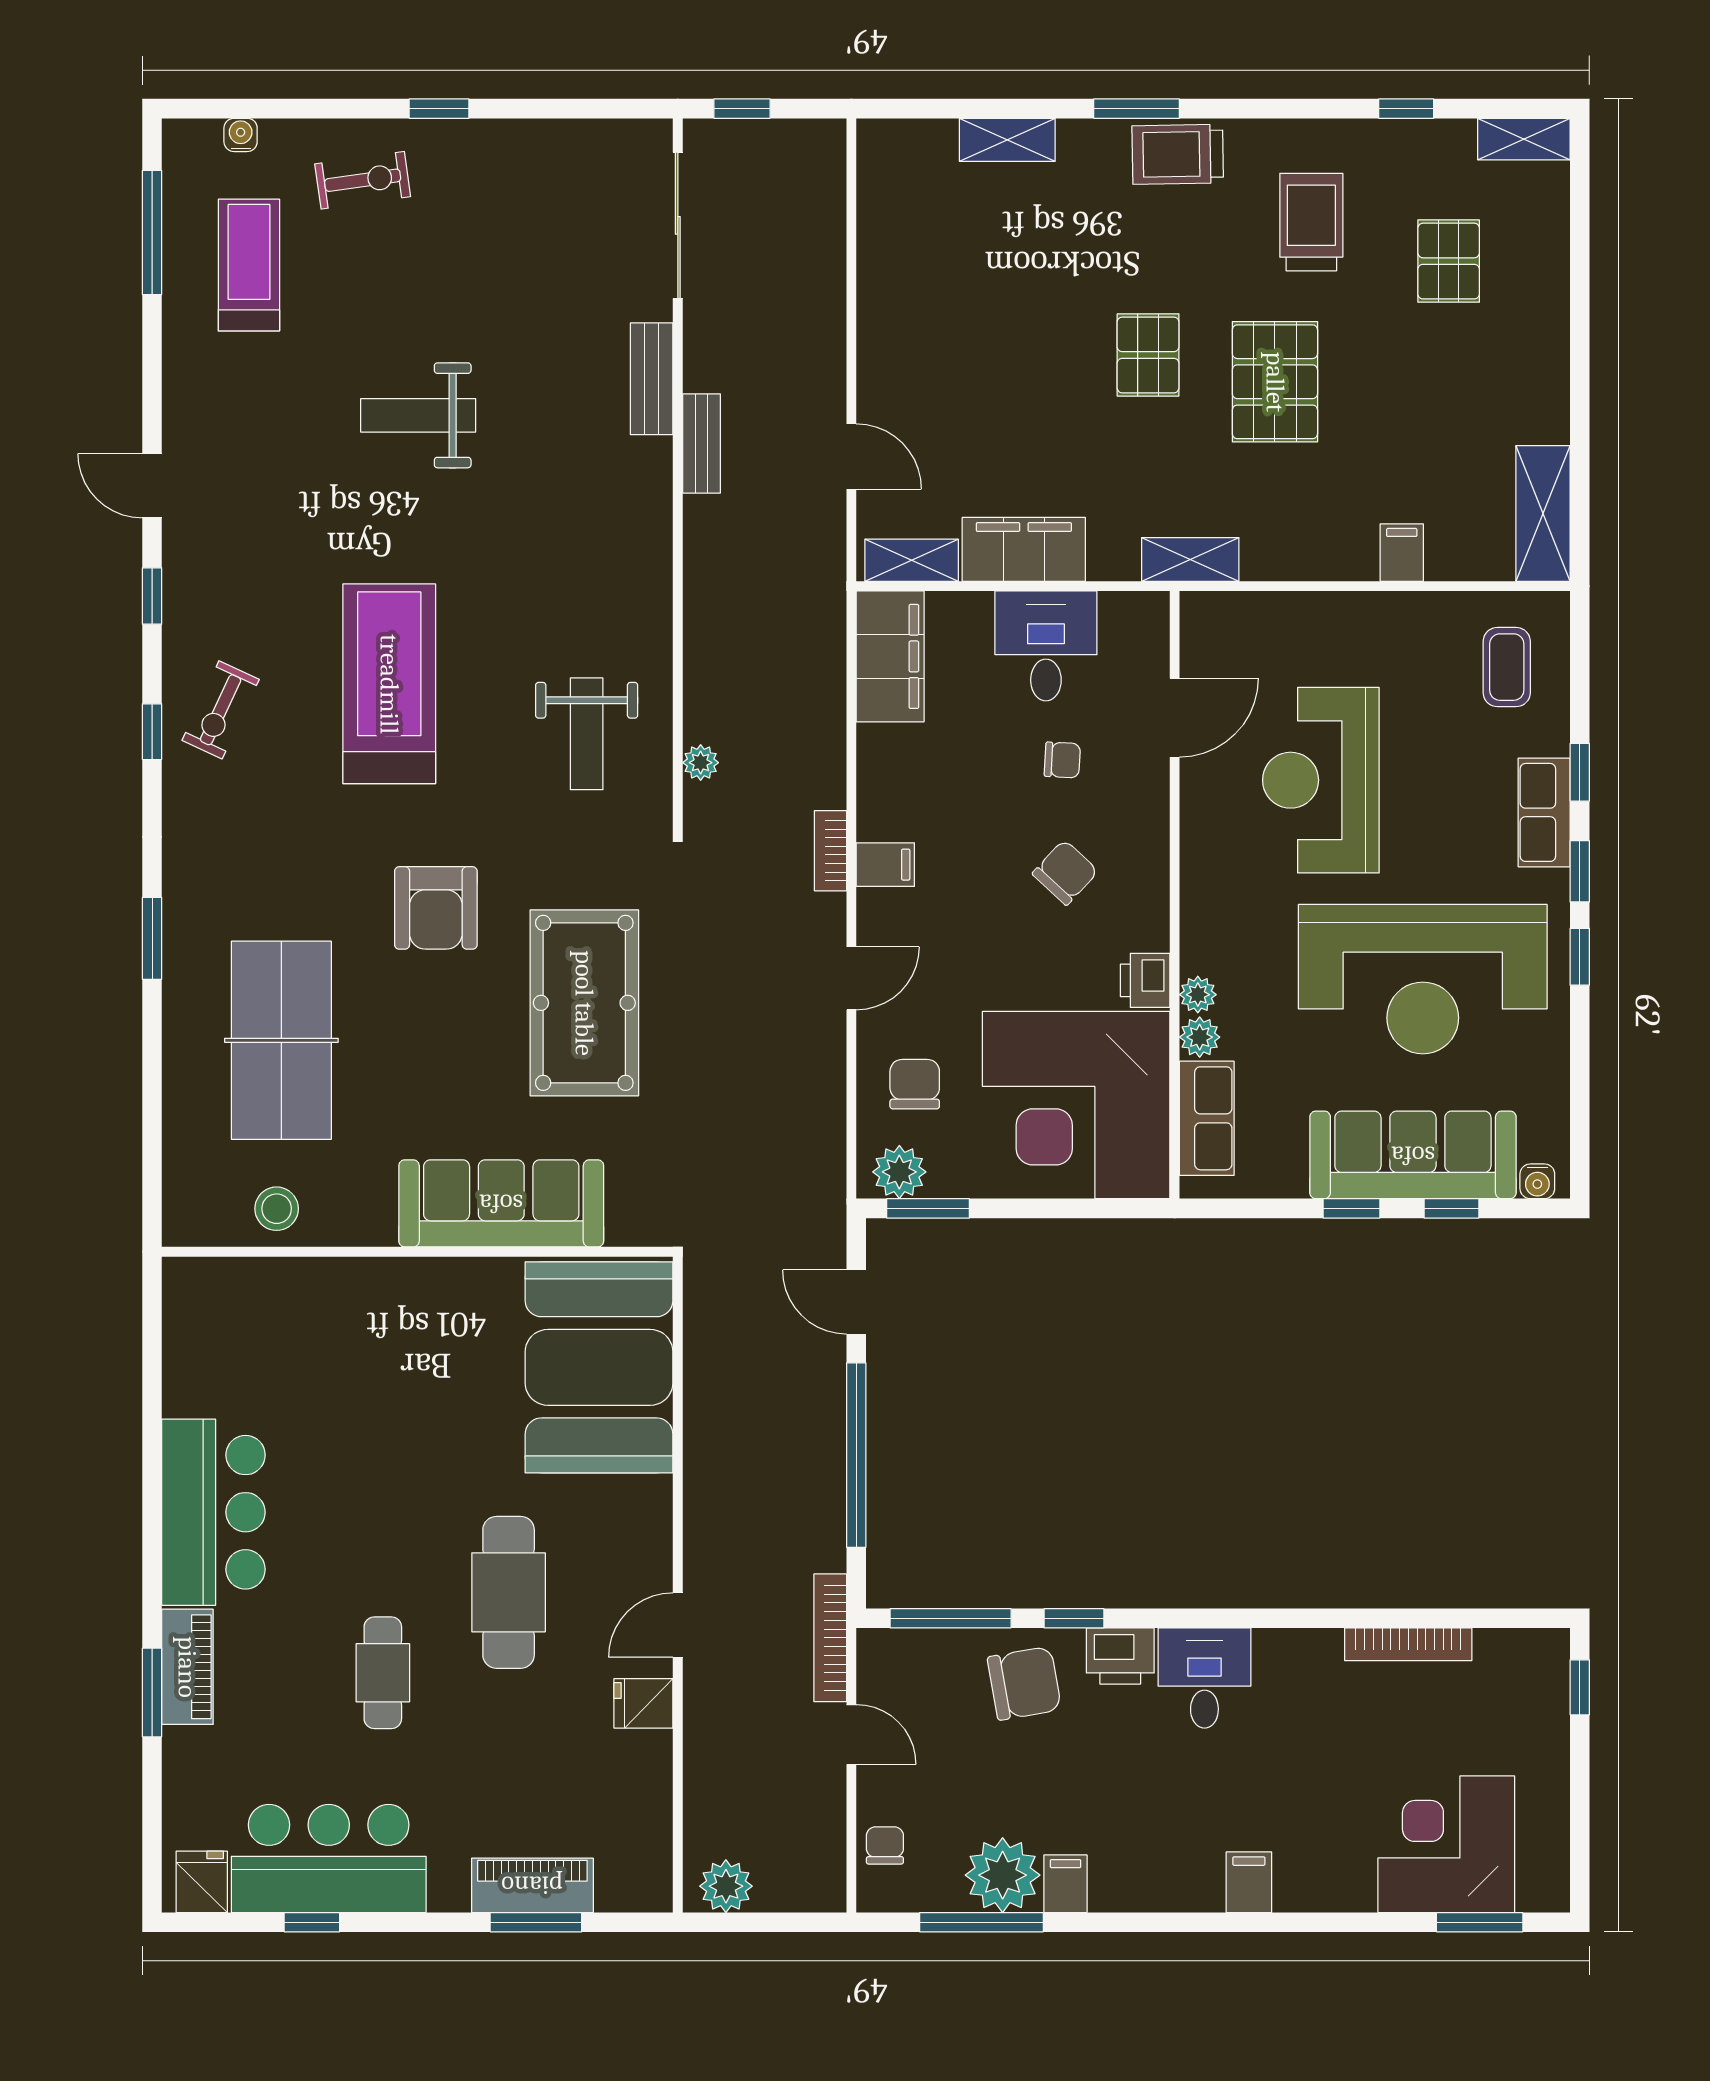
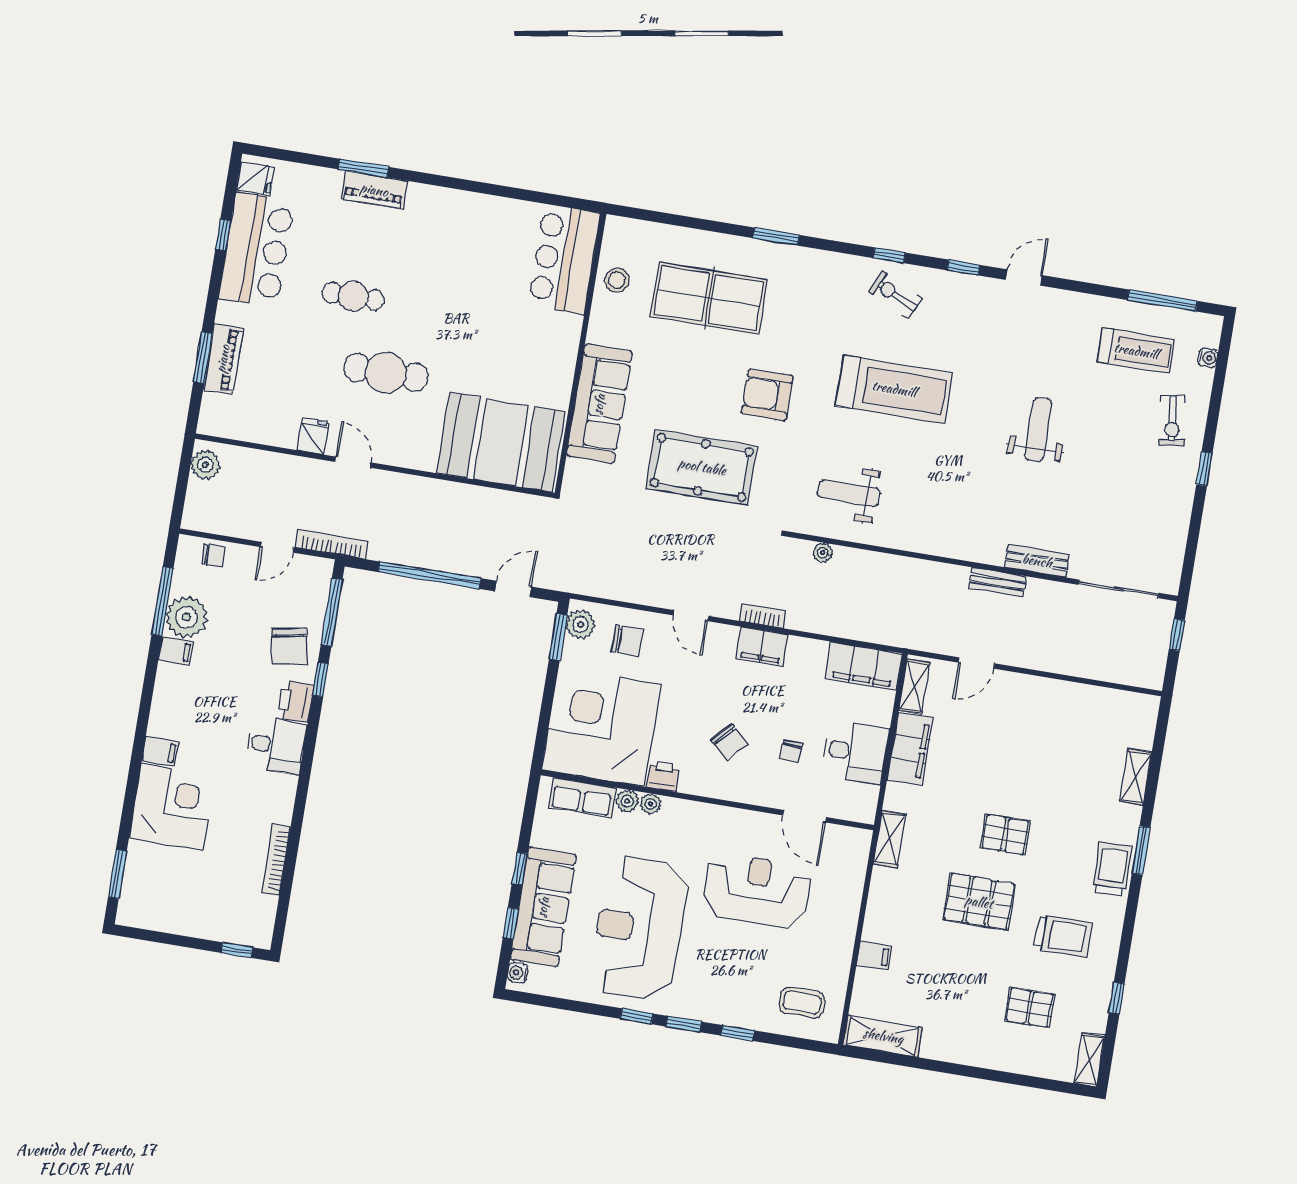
row of seats: (1544, 812) -> (719, 1010), removed
filing cabinet: (885, 865) -> (762, 647), width x2.00
bar counter: (213, 1512) -> (564, 259), moved, turned 90
corner desk: (1446, 1844) -> (172, 807), moved

